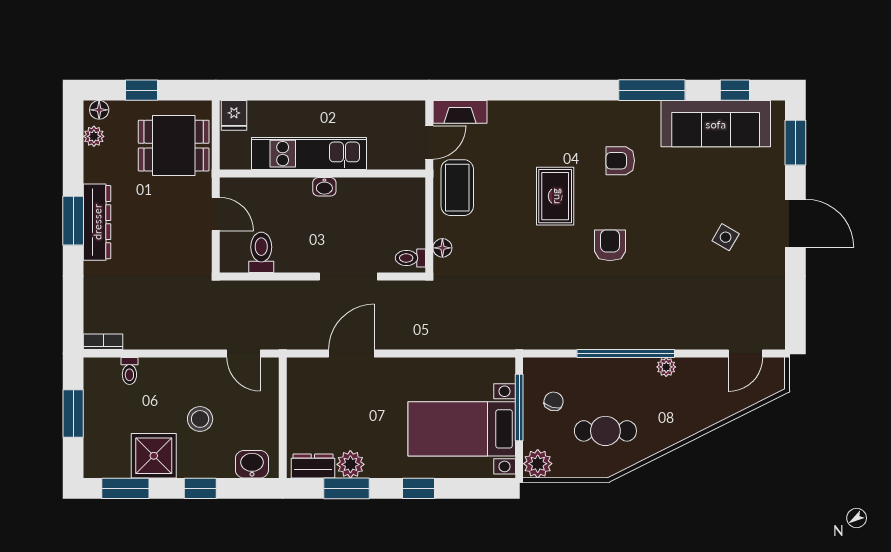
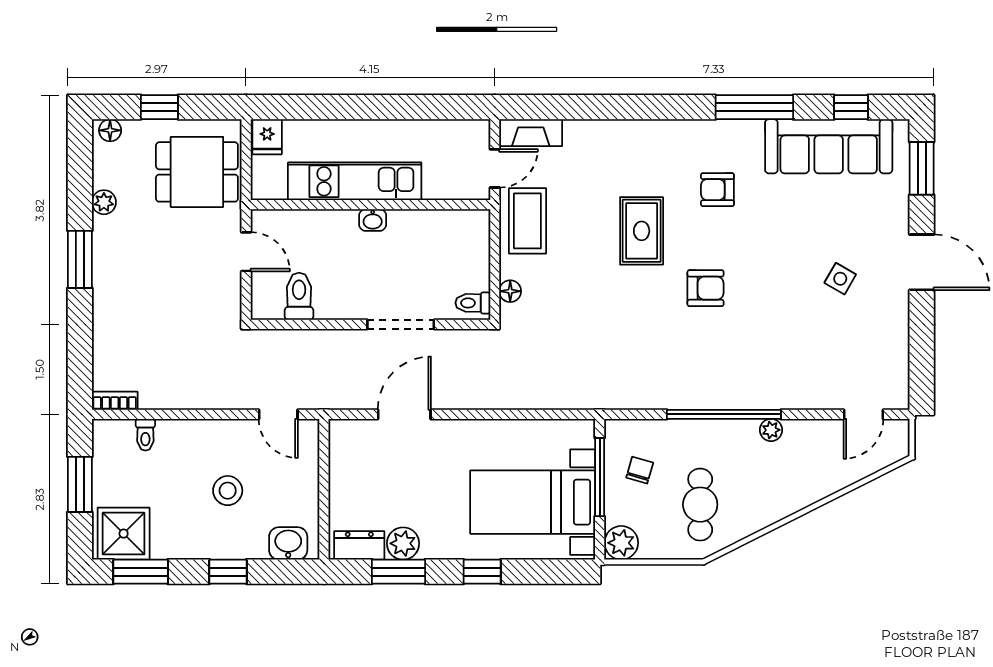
plant: (94, 136) -> (104, 202), moved
dresser: (97, 222) -> (108, 261), removed
armchair: (610, 245) -> (706, 288), turned 90
cafe table: (605, 431) -> (700, 505), turned 90
shower: (154, 456) -> (124, 534), moved

